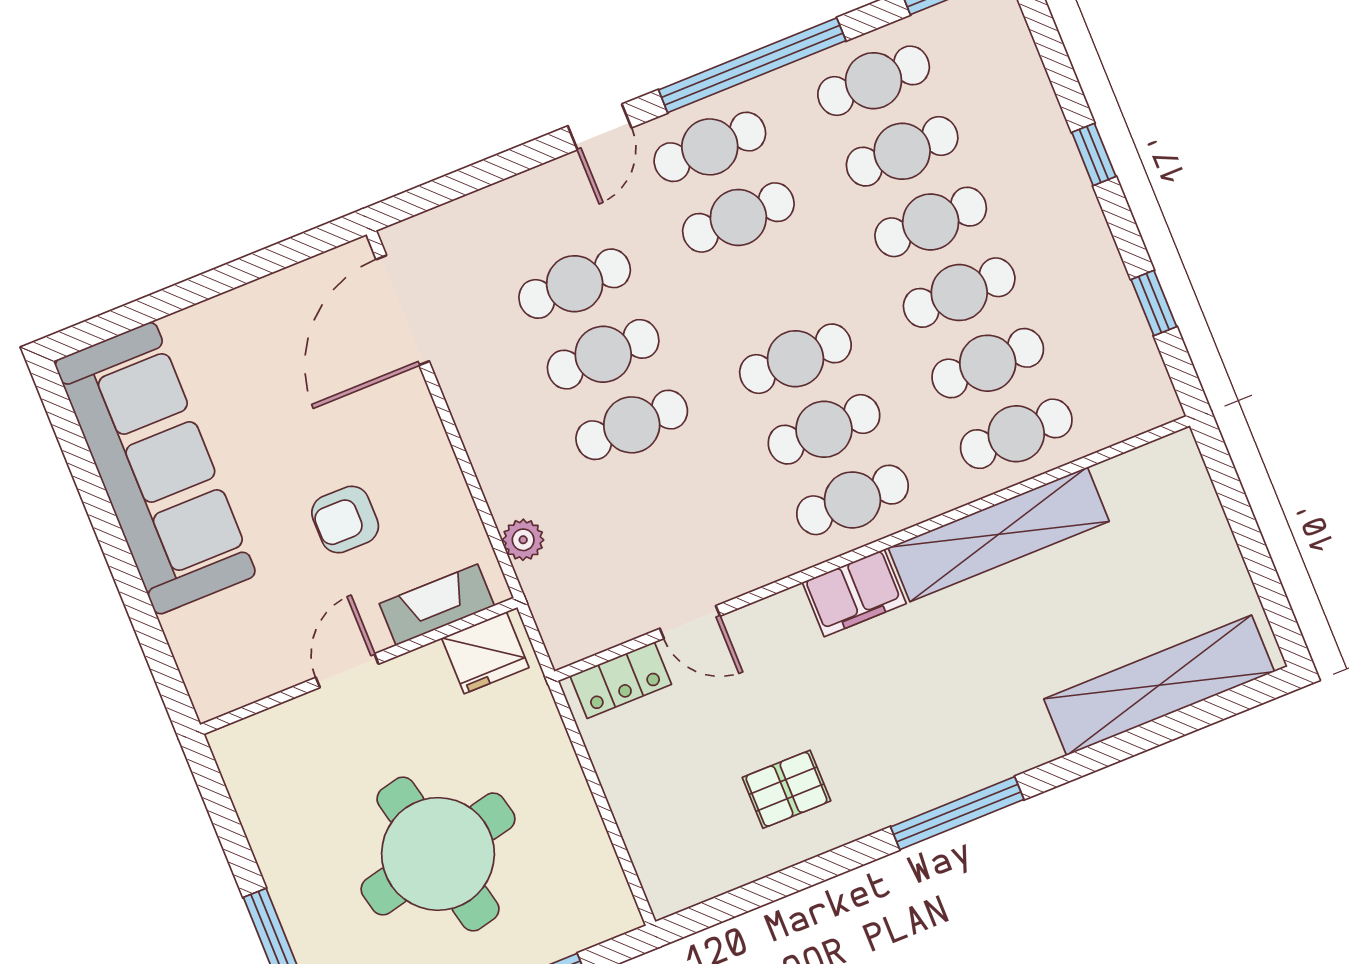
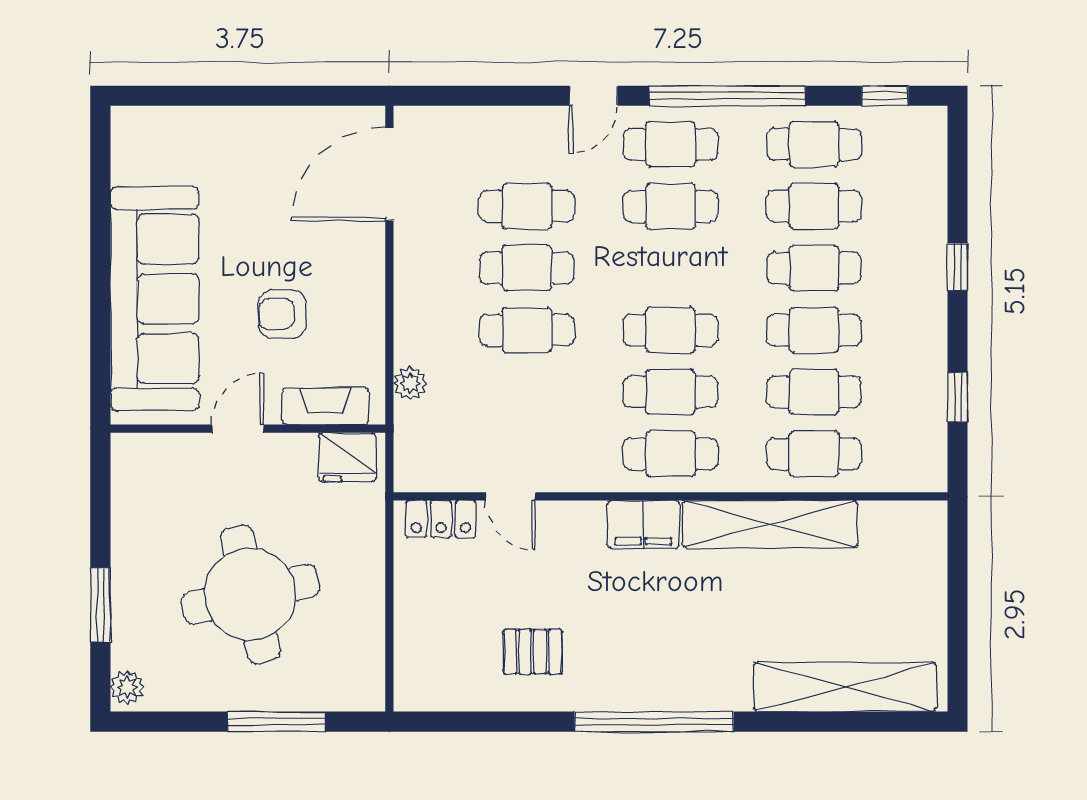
sofa: (155, 468) -> (155, 299), moved
window: (957, 813) -> (654, 722), width x1.46

